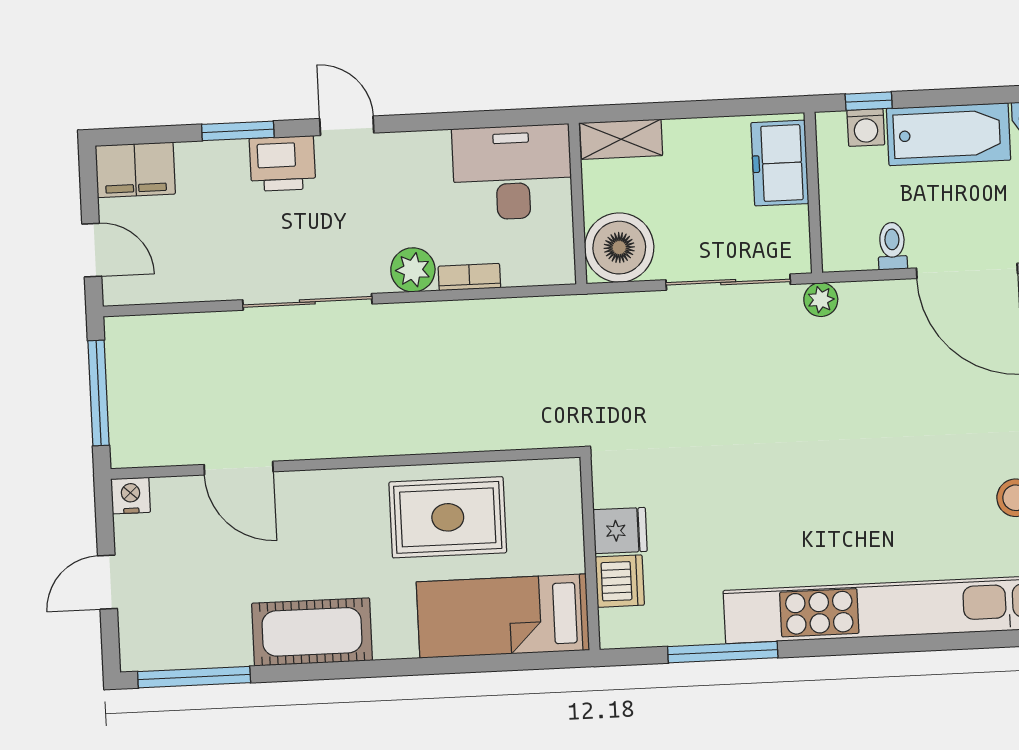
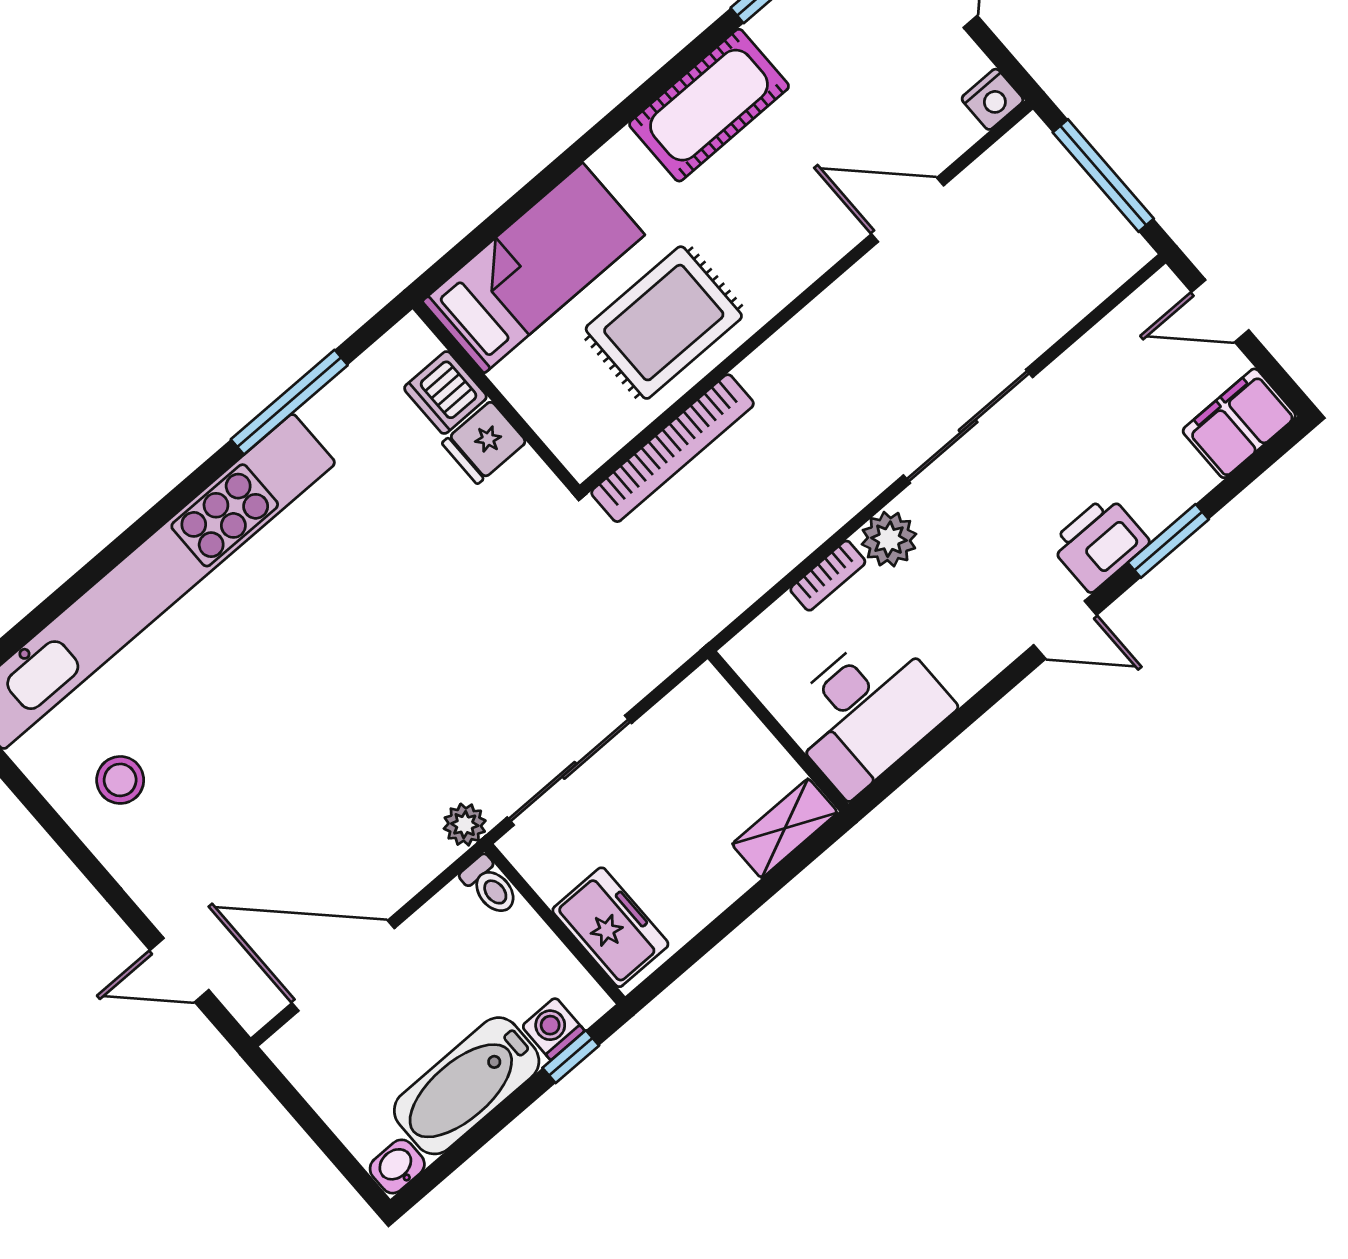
toilet: (892, 246) -> (490, 886), moved
boiler: (619, 248) -> (703, 720), removed
bookcase: (504, 434) -> (673, 448), added

